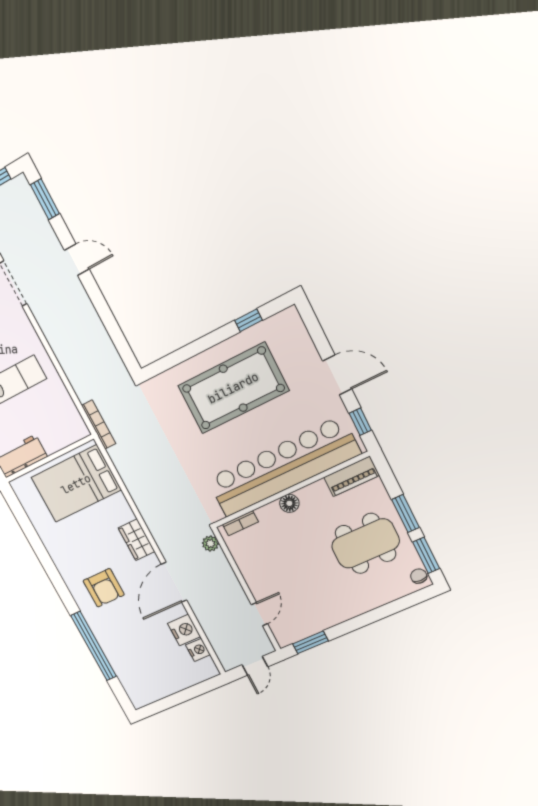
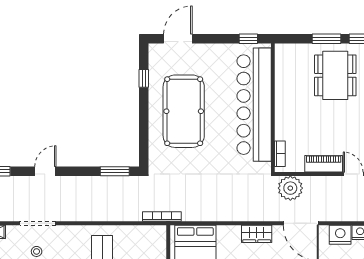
window: (121, 343) -> (115, 171), added
door: (337, 375) -> (178, 39), moved
piano: (352, 476) -> (324, 164), moved, turned -90
floor lamp: (289, 503) -> (282, 113), removed
plant: (210, 544) -> (290, 188), width x1.88, depth x1.88

